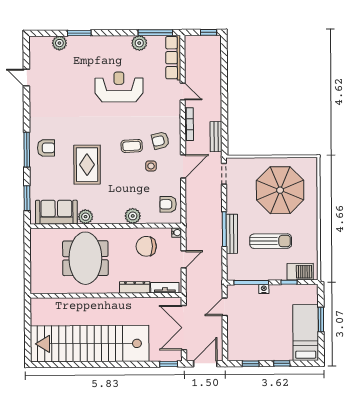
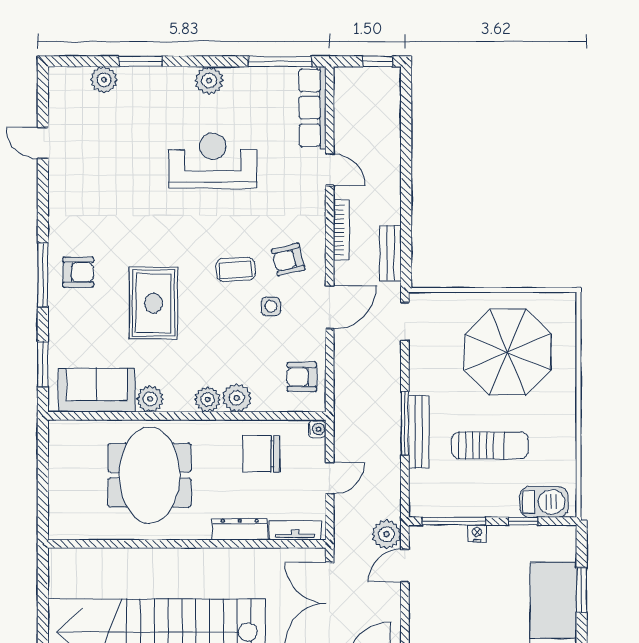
plant: (139, 43) -> (209, 80), moved
plant: (117, 217) -> (208, 399), added
plant: (215, 290) -> (386, 534), added

